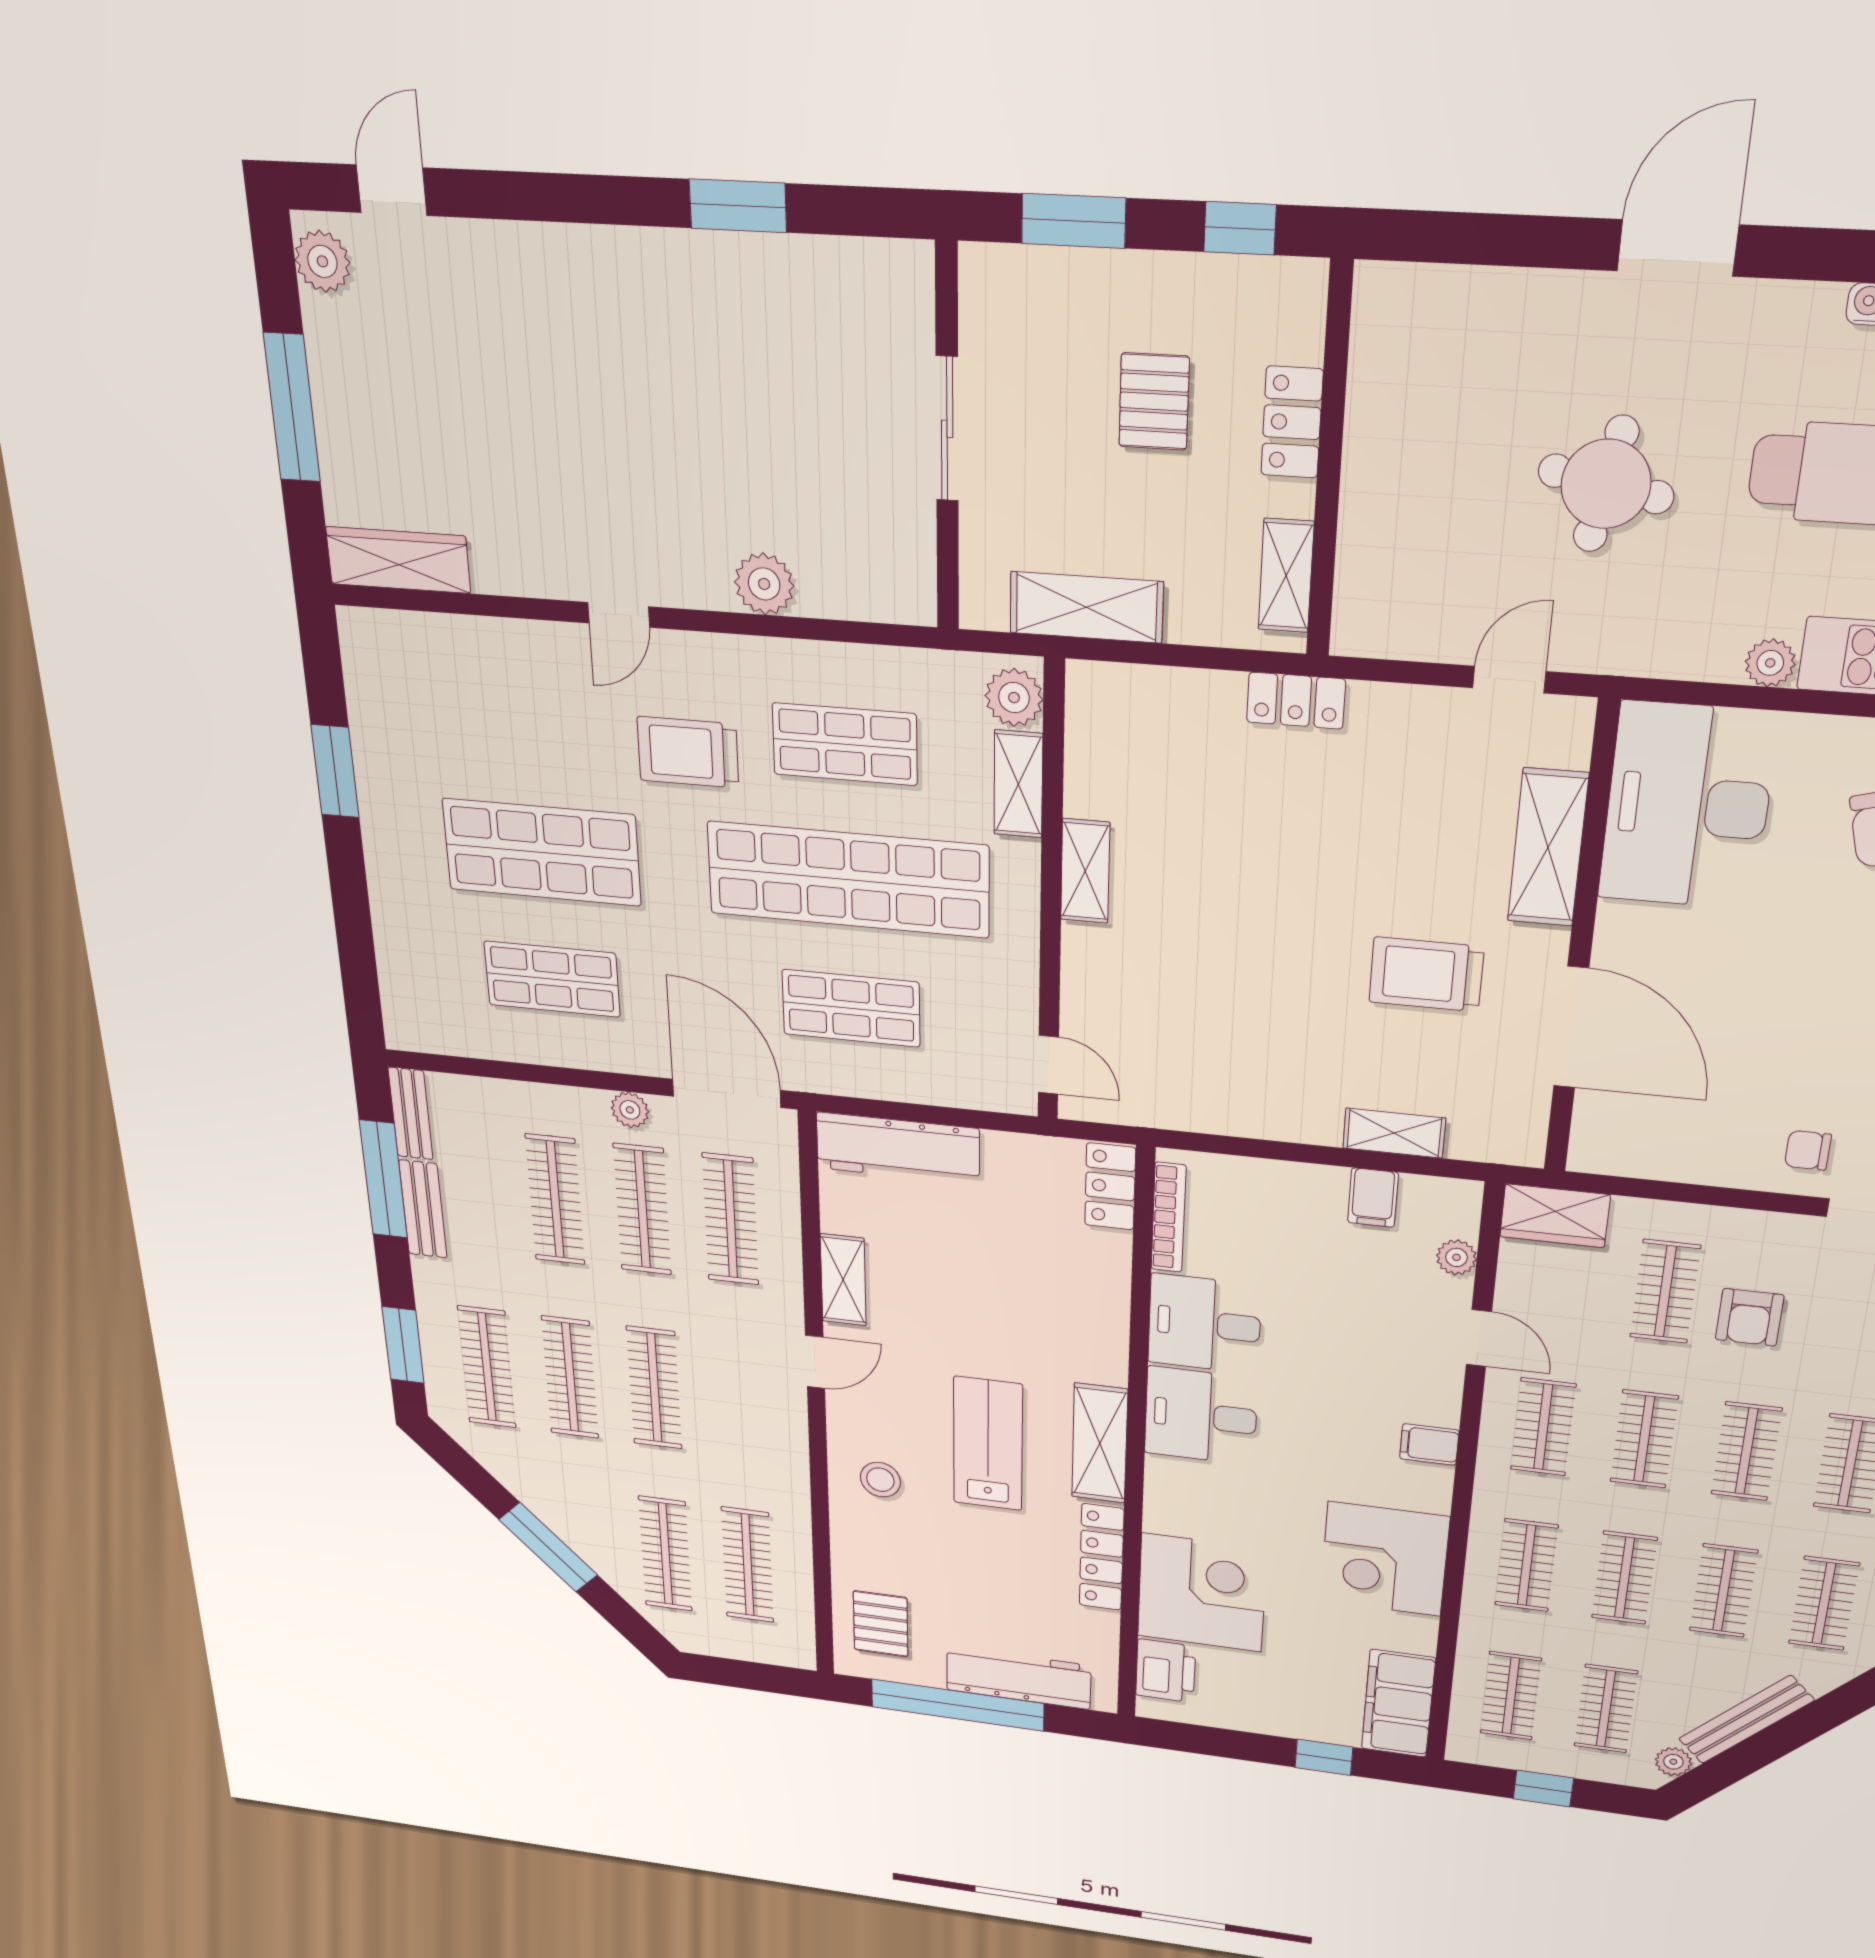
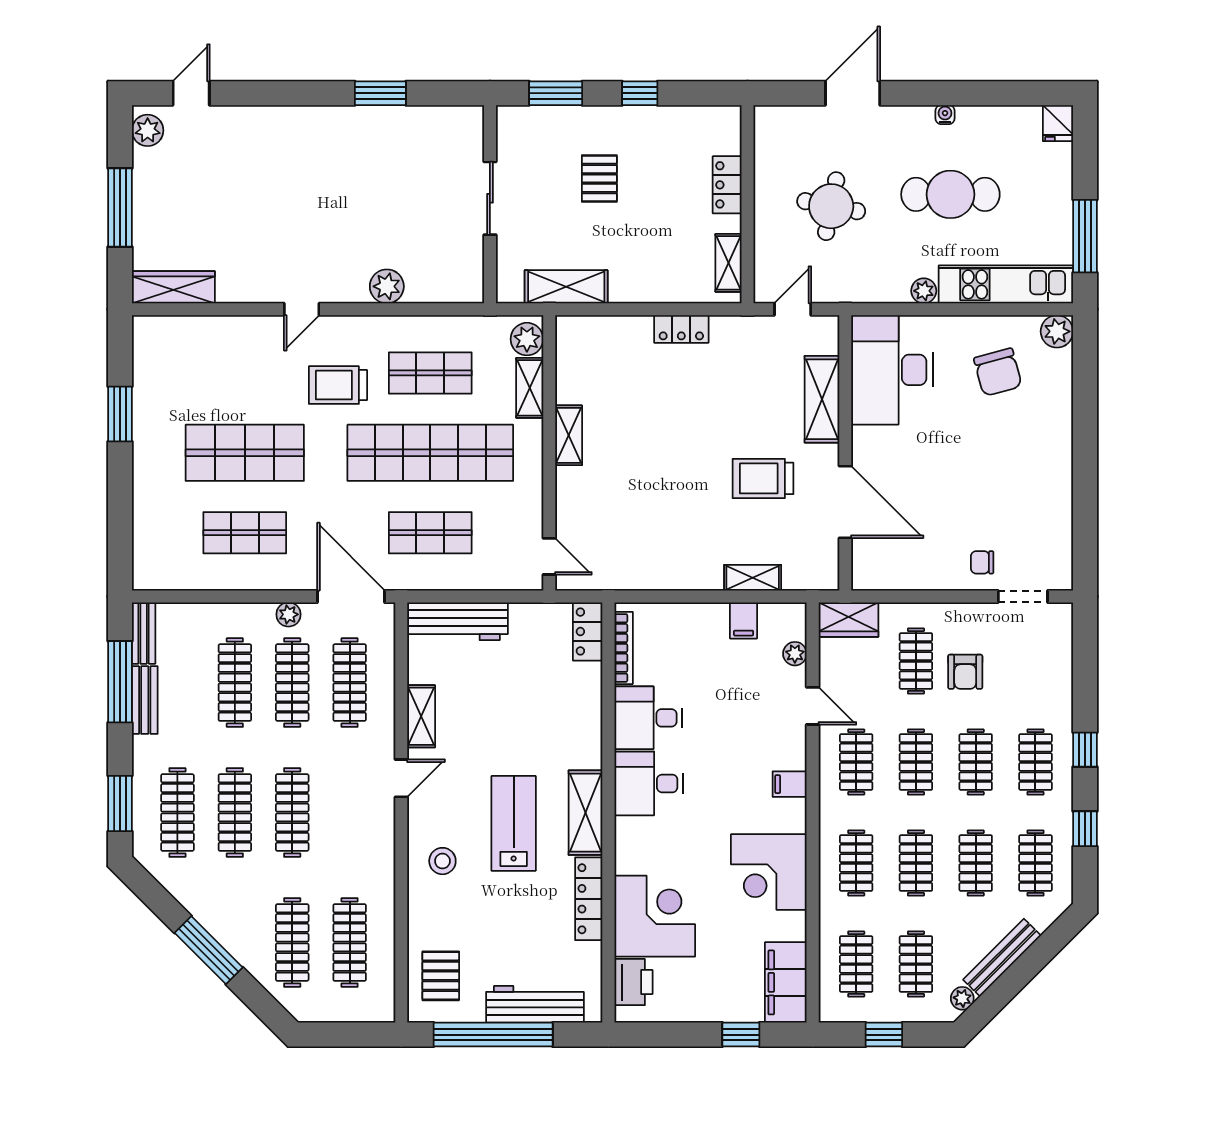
locker: (1292, 422) -> (727, 185), moved
wall: (1329, 463) -> (748, 204), moved
shelving: (1286, 576) -> (728, 263), moved

